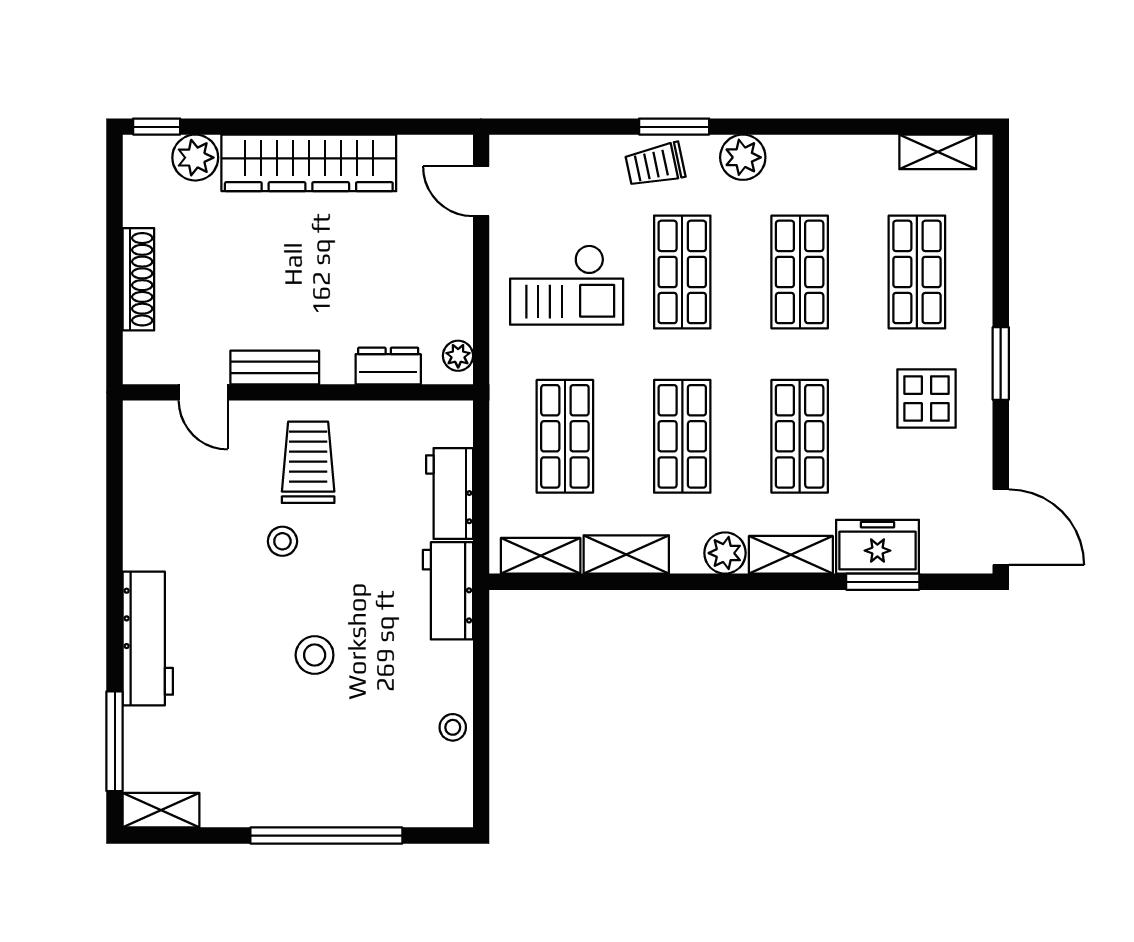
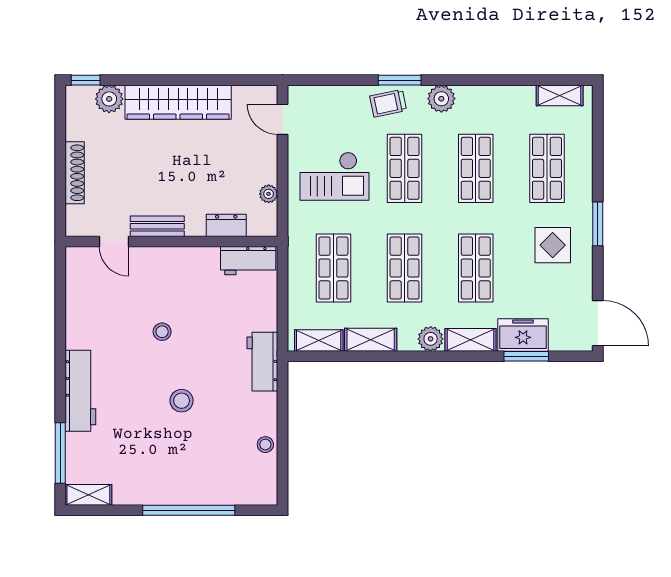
plant: (458, 356) -> (269, 194), moved
trolley: (308, 462) -> (178, 284), removed
workbench: (450, 494) -> (248, 261), moved, turned -90

